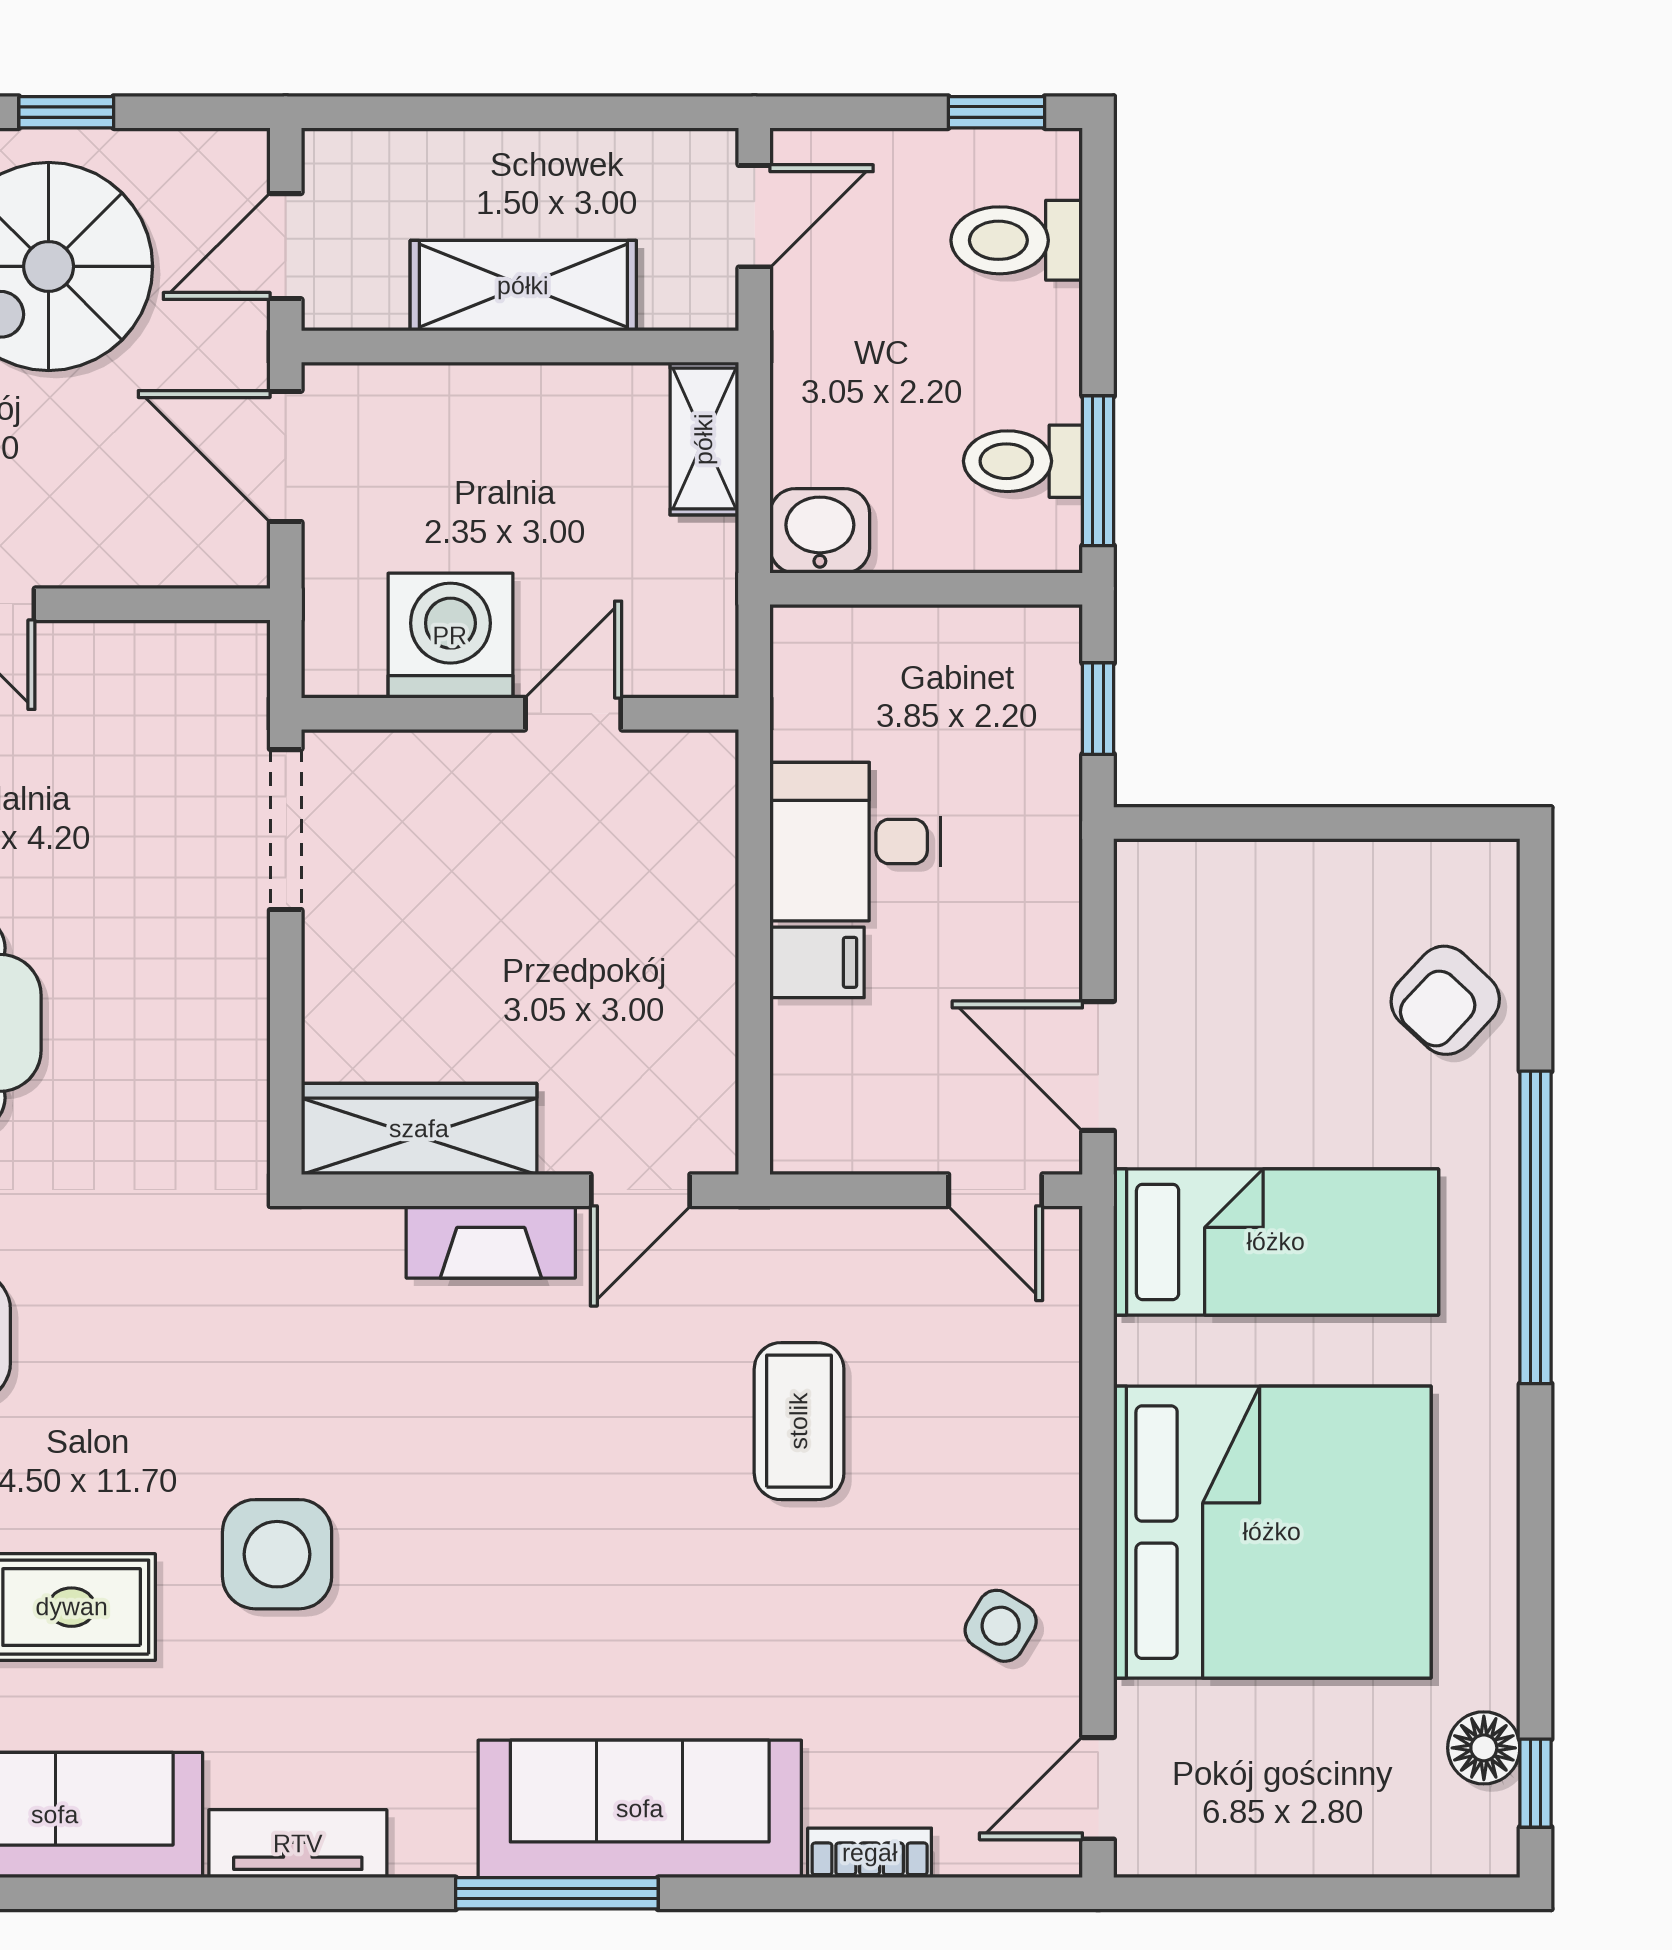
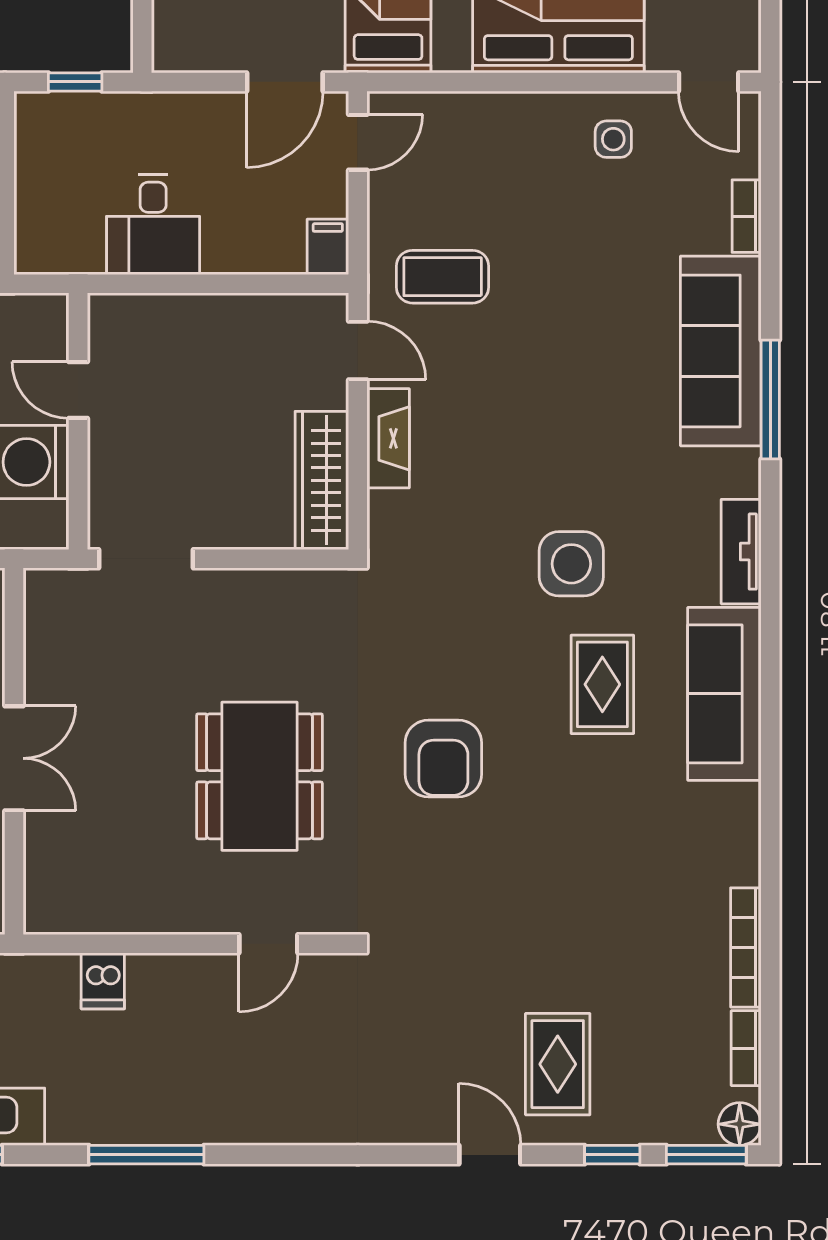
filing cabinet: (817, 962) -> (328, 247), moved
coffee table: (799, 1421) -> (443, 277), moved
side table: (1001, 1626) -> (613, 139), turned -31

